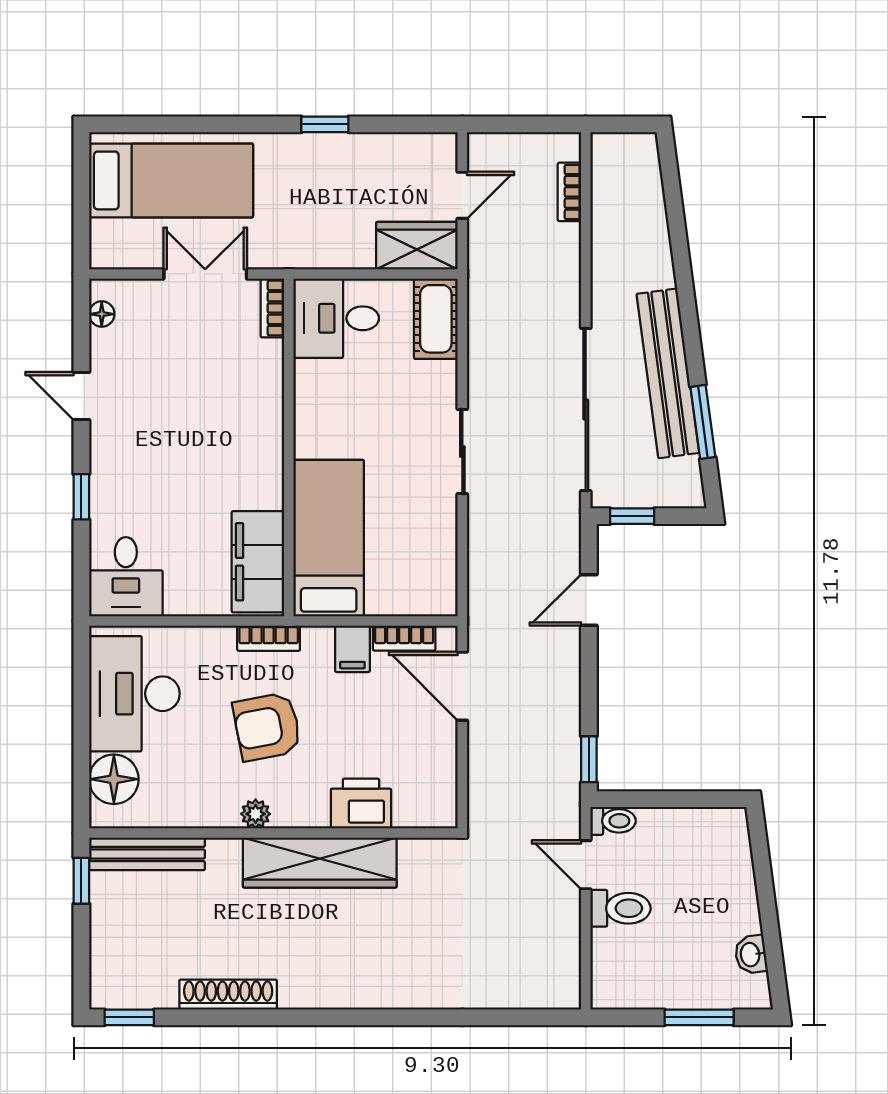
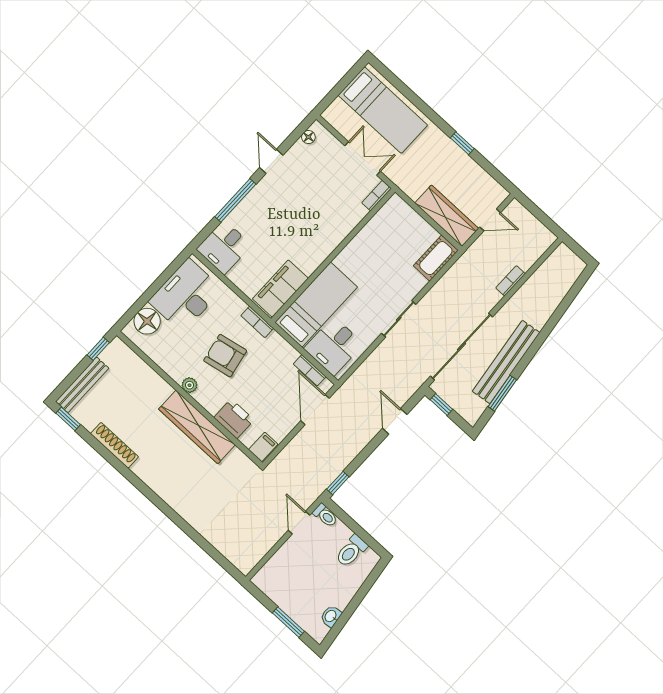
bookcase: (569, 192) -> (511, 281), moved
wardrobe: (417, 246) -> (447, 216), width x1.50
desk: (336, 318) -> (334, 346), moved, turned -90
window: (81, 497) -> (235, 200), width x2.17
door: (589, 600) -> (395, 421), hinge flipped
filing cabinet: (352, 649) -> (263, 447), moved, turned 180
bench: (147, 854) -> (82, 385), moved, turned 90
toilet: (620, 908) -> (351, 551), moved, turned 90

